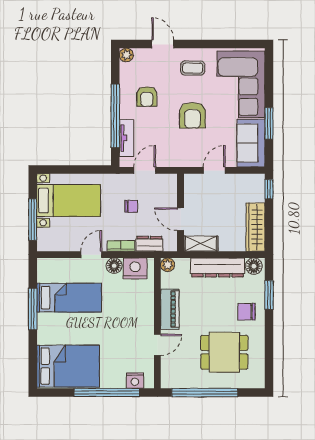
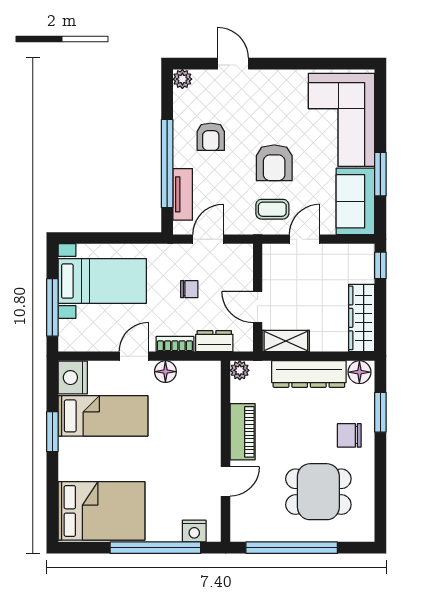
coffee table: (193, 68) -> (272, 209), moved
nightstand: (135, 268) -> (73, 378), moved, turned -90
window: (33, 309) -> (52, 432), width x0.69

